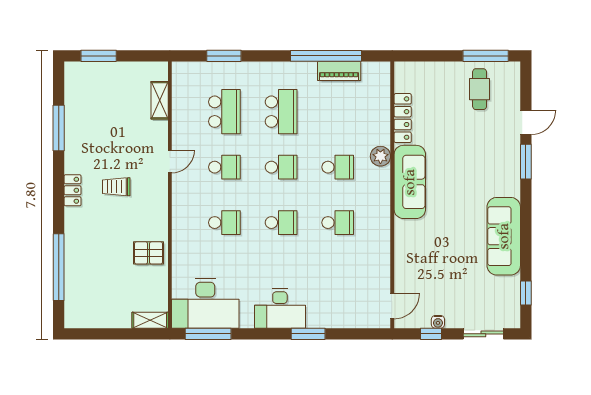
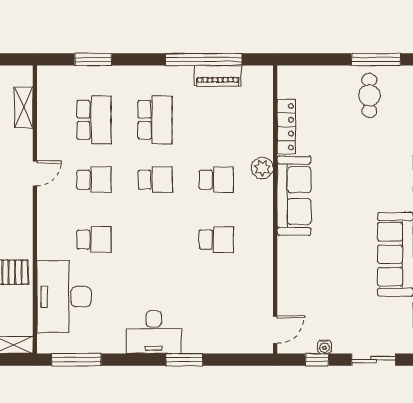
school desk: (281, 223) -> (155, 240), removed
desk: (205, 303) -> (64, 297), moved, turned 90

